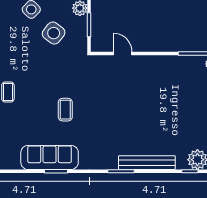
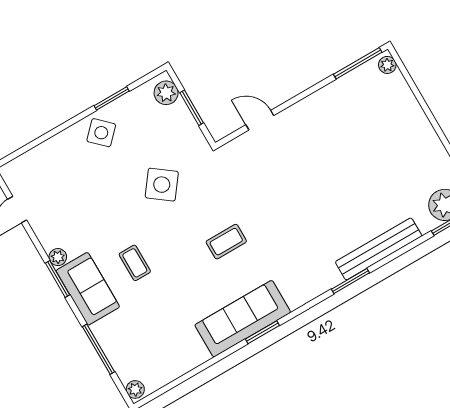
side table: (54, 33) -> (162, 185), moved
coffee table: (65, 110) -> (226, 242), turned 90

